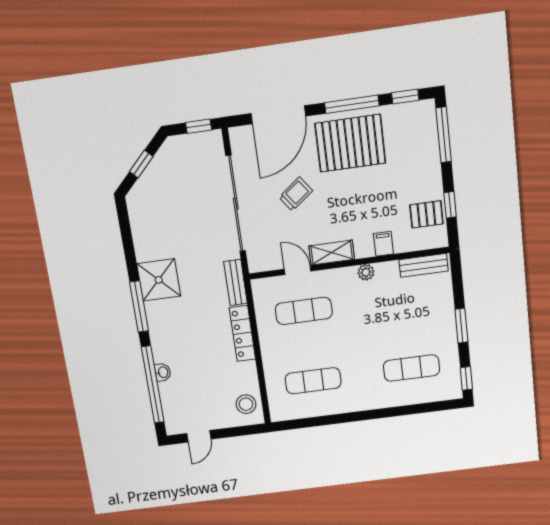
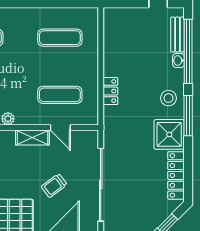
locker: (141, 229) -> (176, 175), added
bench: (236, 283) -> (178, 34), moved
locker: (242, 333) -> (110, 91), width x0.66
stool: (246, 404) -> (168, 98), moved

